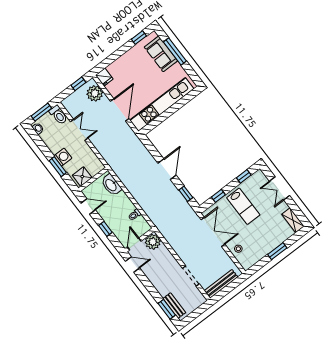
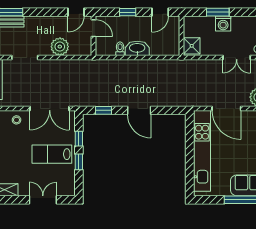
window: (244, 176) -> (79, 162), moved
shower: (82, 177) -> (192, 46), moved
washbasin: (111, 185) -> (137, 48), moved
plant: (153, 242) -> (60, 47), moved

